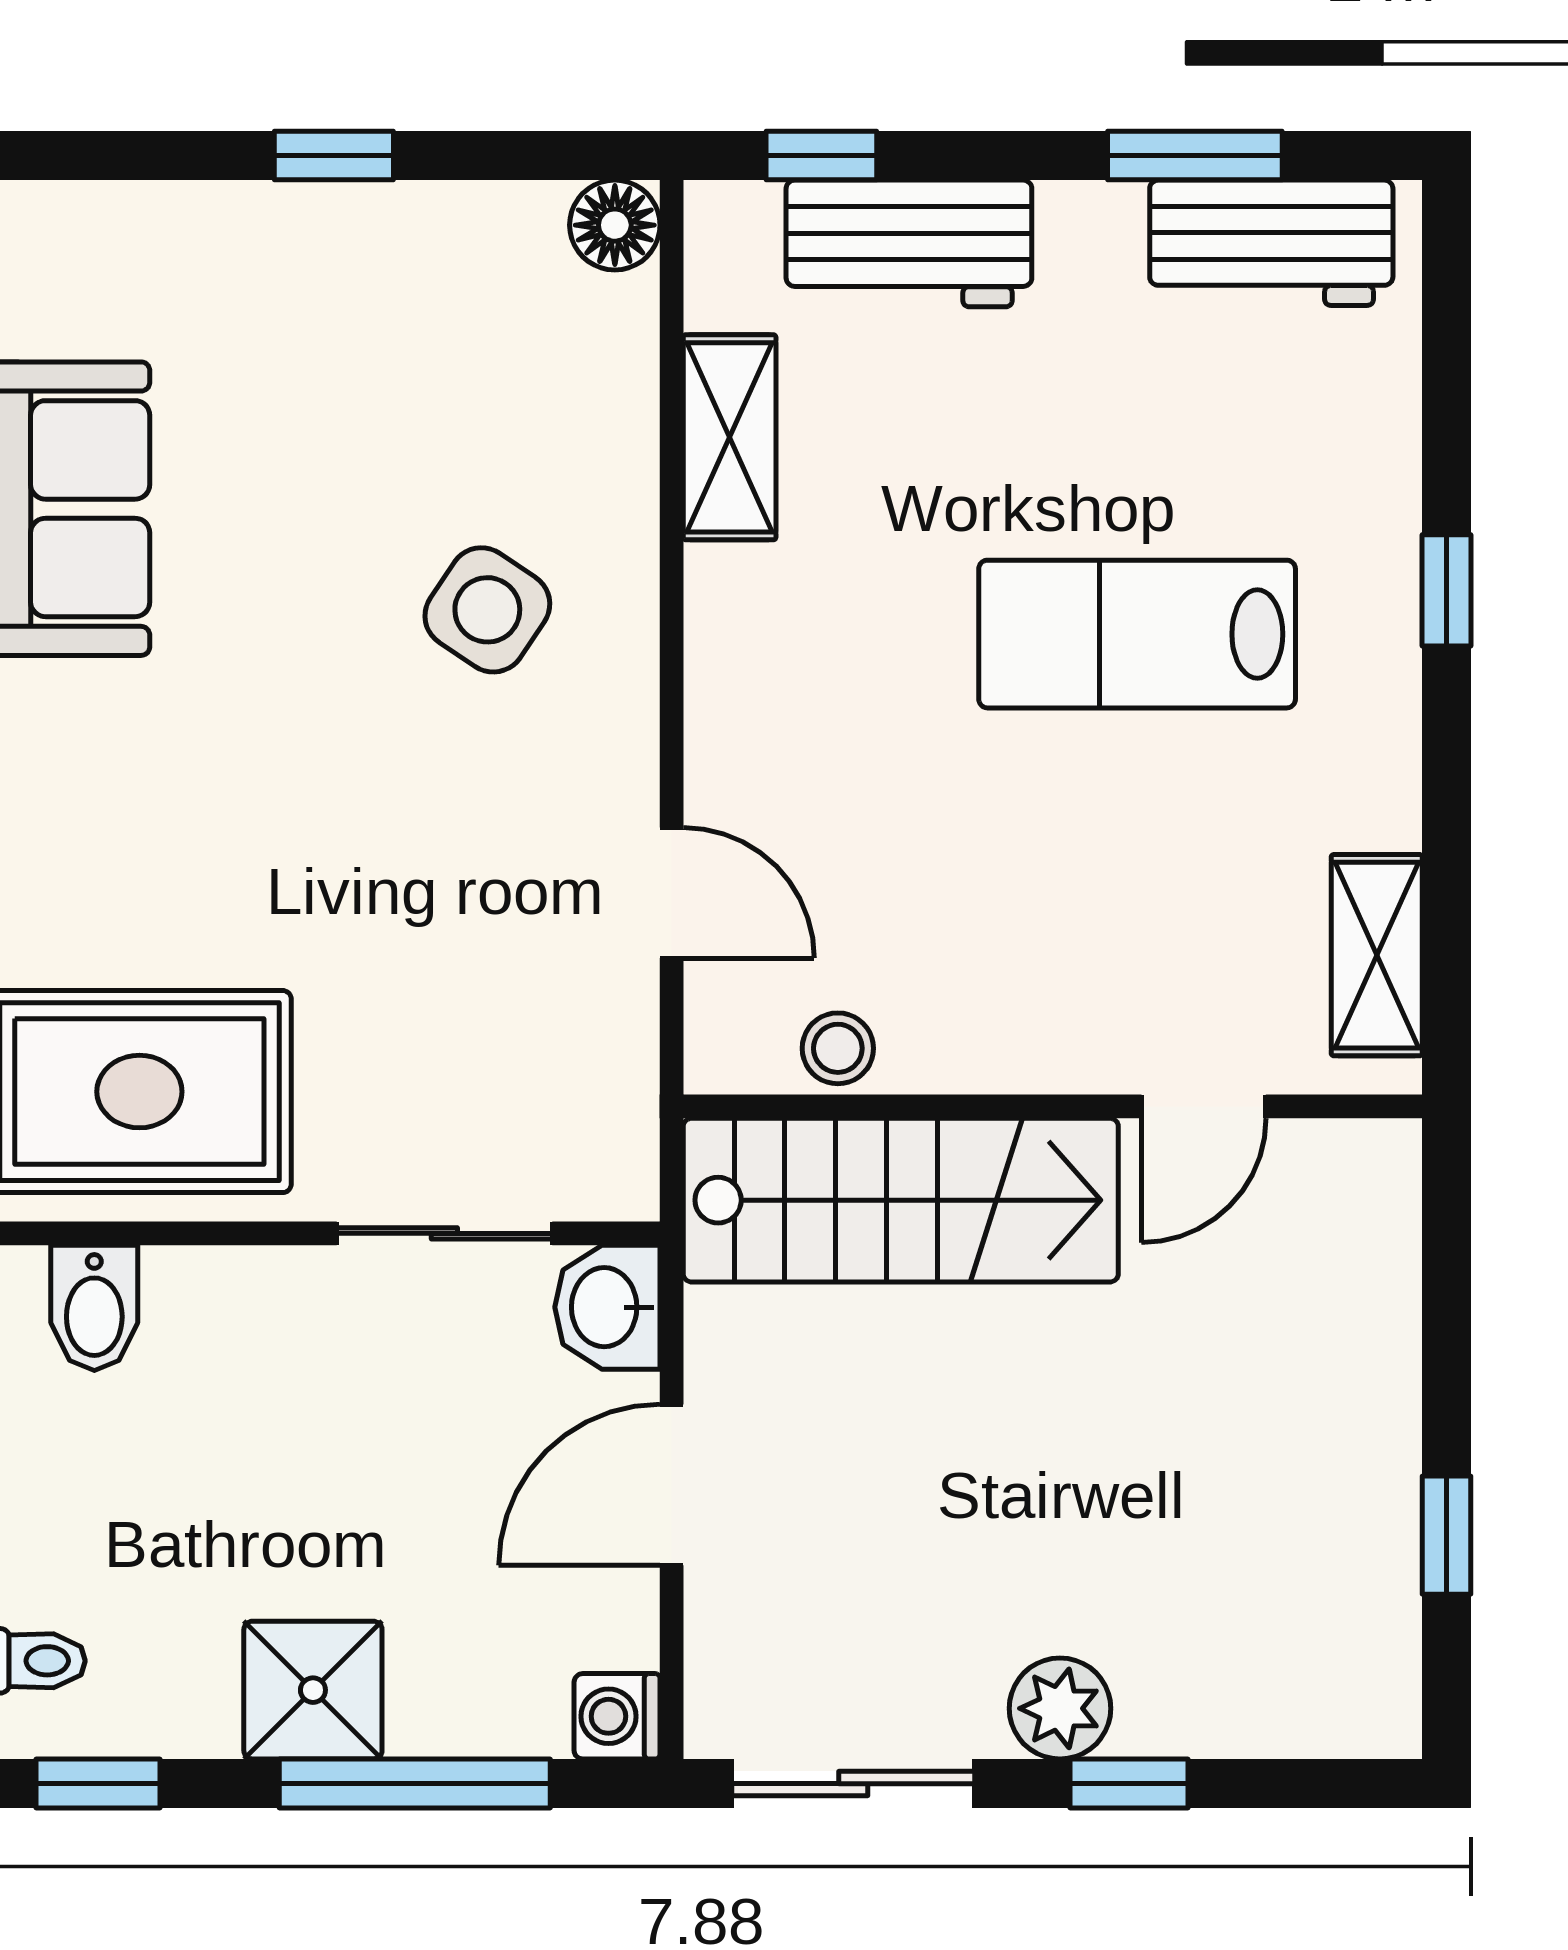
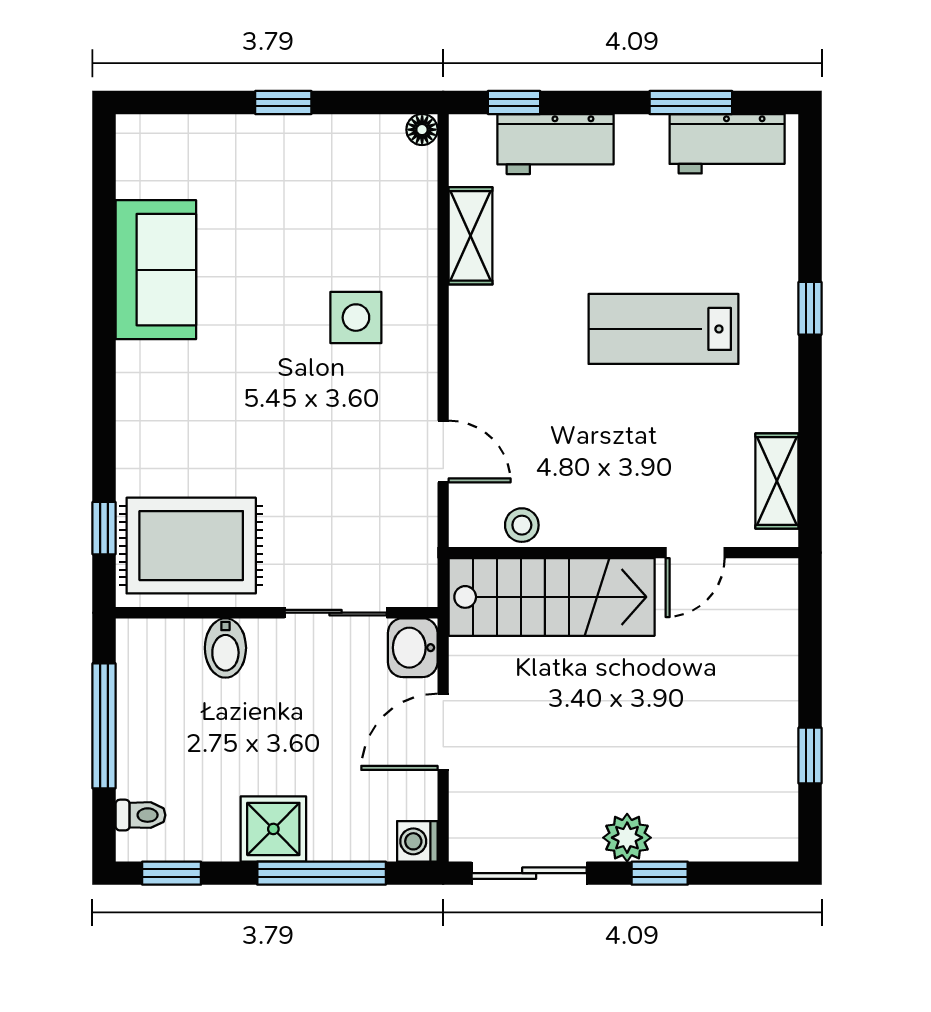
floor lamp: (615, 225) -> (422, 130), width x0.73, depth x0.73
side table: (487, 610) -> (356, 318), turned -34
bidet: (94, 1308) -> (225, 648), moved

